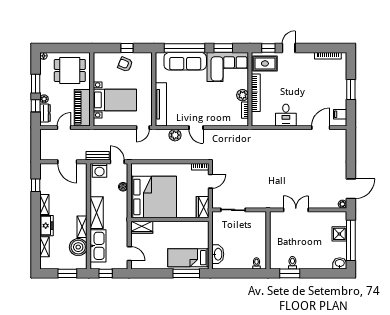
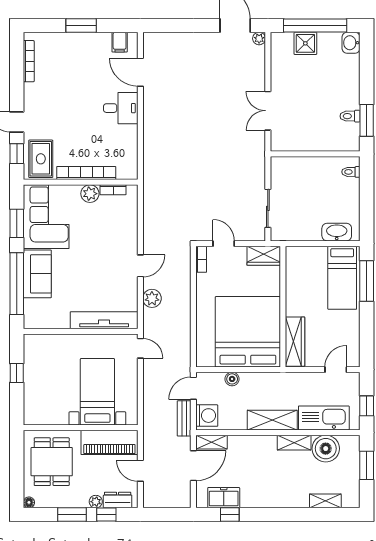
sofa: (185, 61) -> (37, 274), width x0.73
armchair: (125, 64) -> (42, 376), removed
desk: (286, 115) -> (121, 108), moved
shelving: (44, 204) -> (211, 442), moved
freezer: (47, 226) -> (224, 498), moved
wardrobe: (142, 227) -> (295, 342), width x1.50

